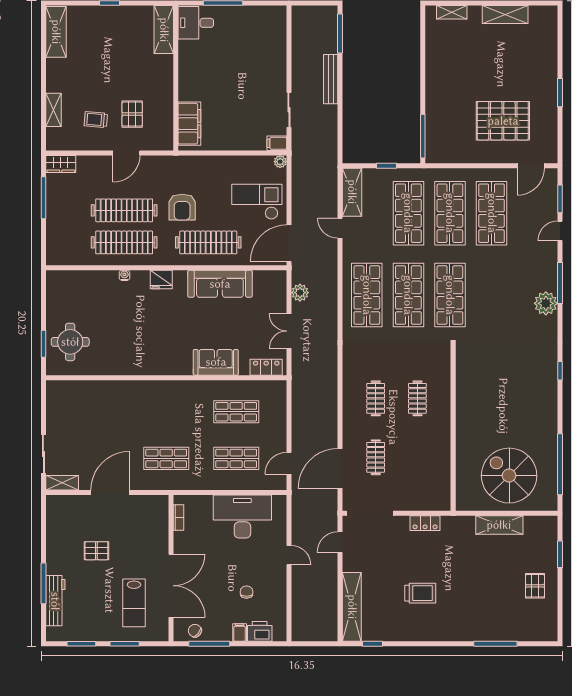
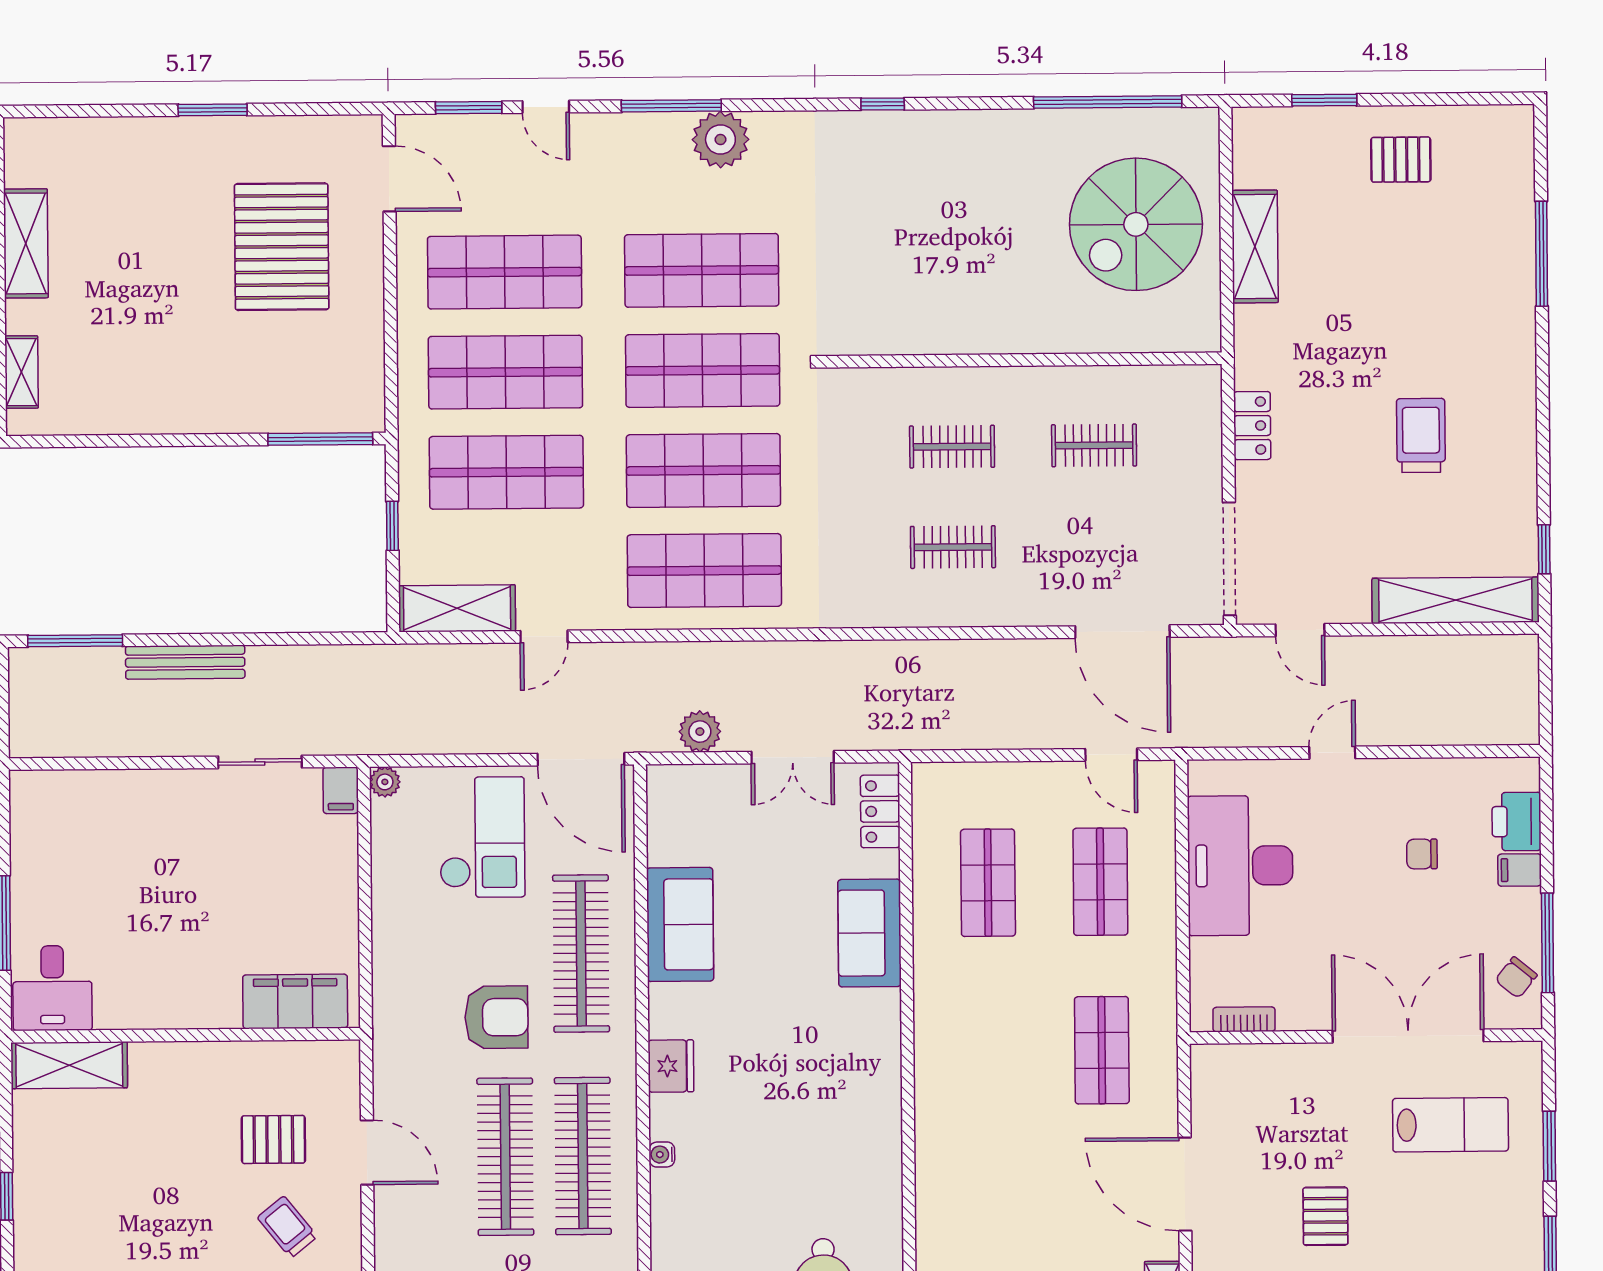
trolley: (96, 120) -> (287, 1227), turned 136
checkout: (257, 202) -> (482, 837), turned 180
sofa: (220, 284) -> (680, 924), width x0.73
shop shelf: (492, 295) -> (702, 270), added
clothes rail: (376, 457) -> (1094, 445), moved

